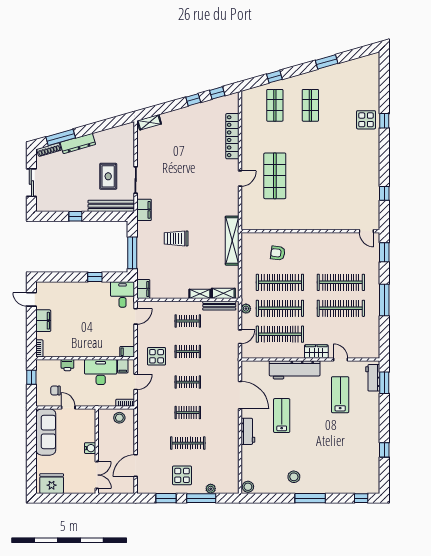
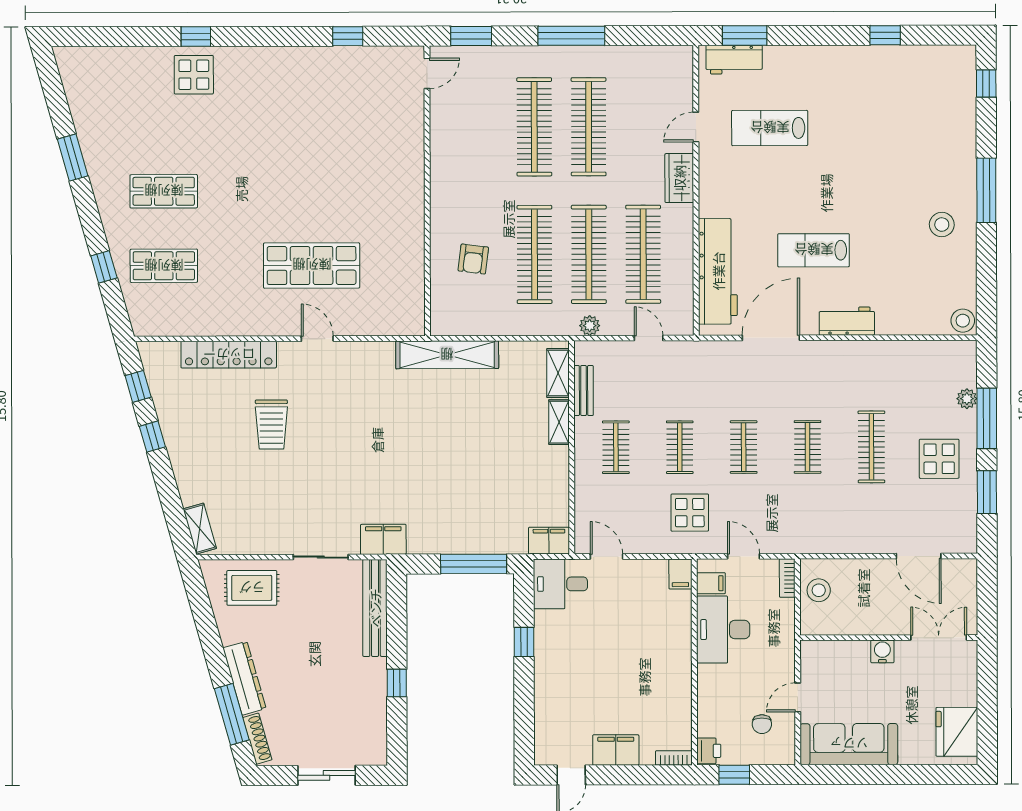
rug: (108, 176) -> (252, 588), moved
trolley: (176, 238) -> (271, 424), moved
bench: (219, 306) -> (584, 390), width x0.73
printer: (67, 365) -> (709, 751), moved
workbench: (295, 370) -> (718, 271), moved

